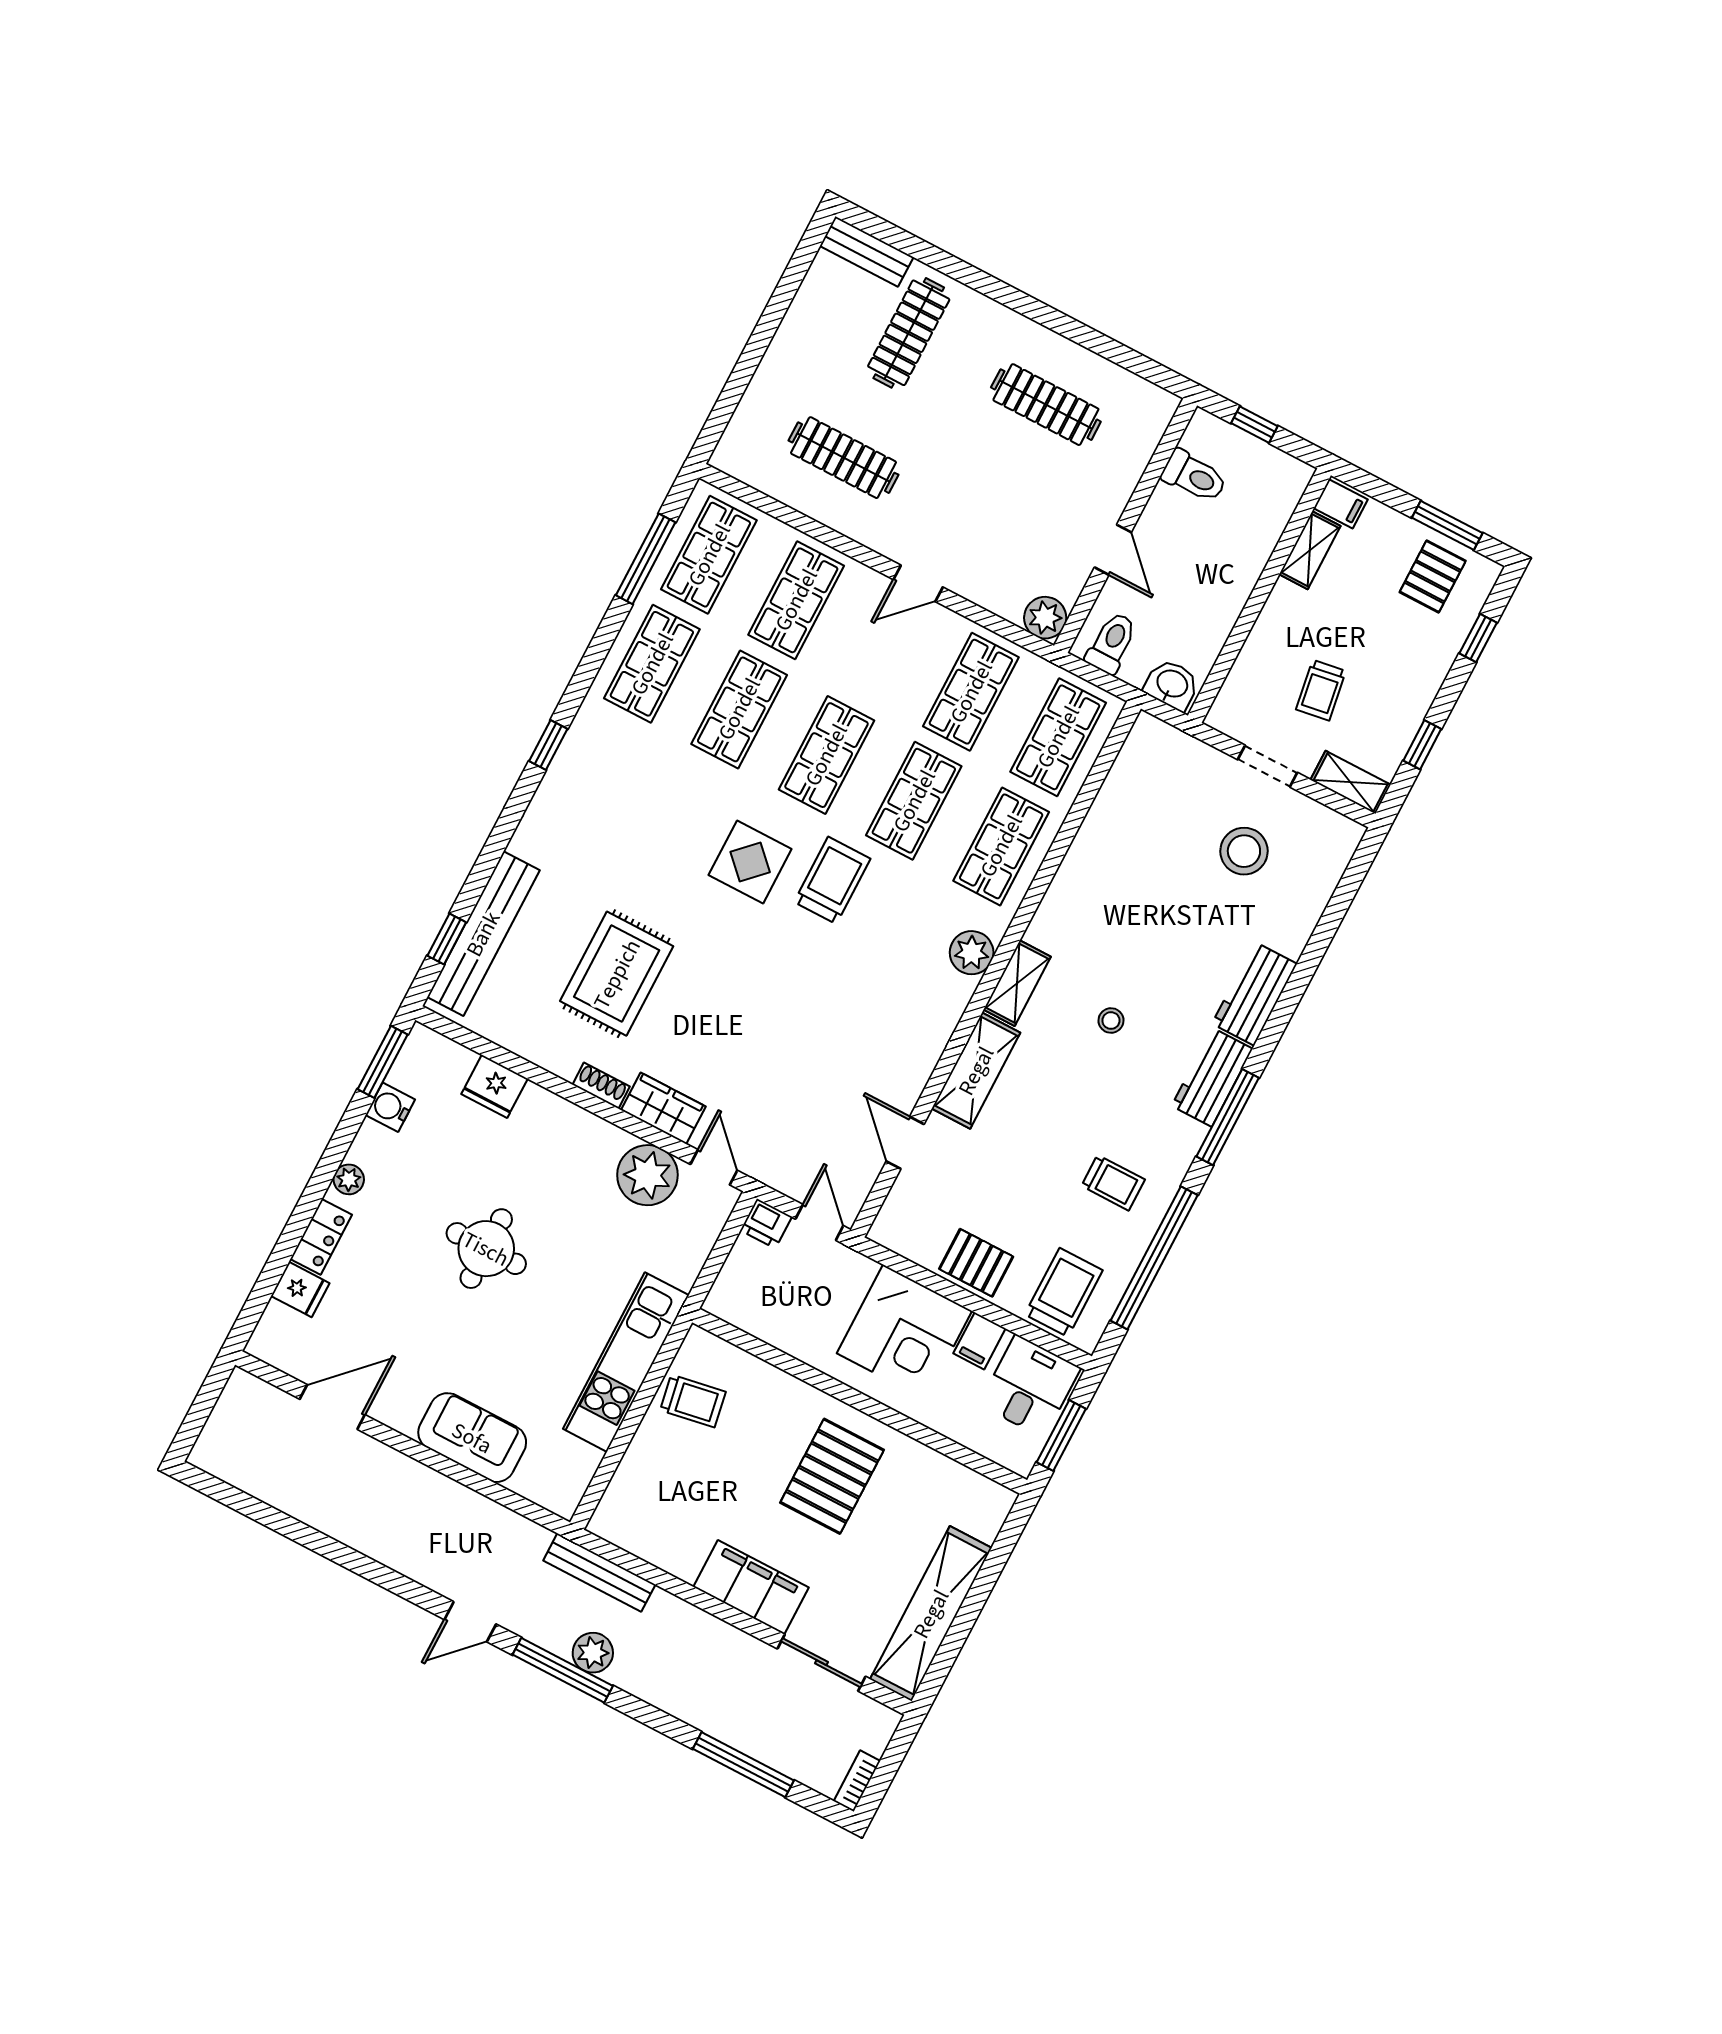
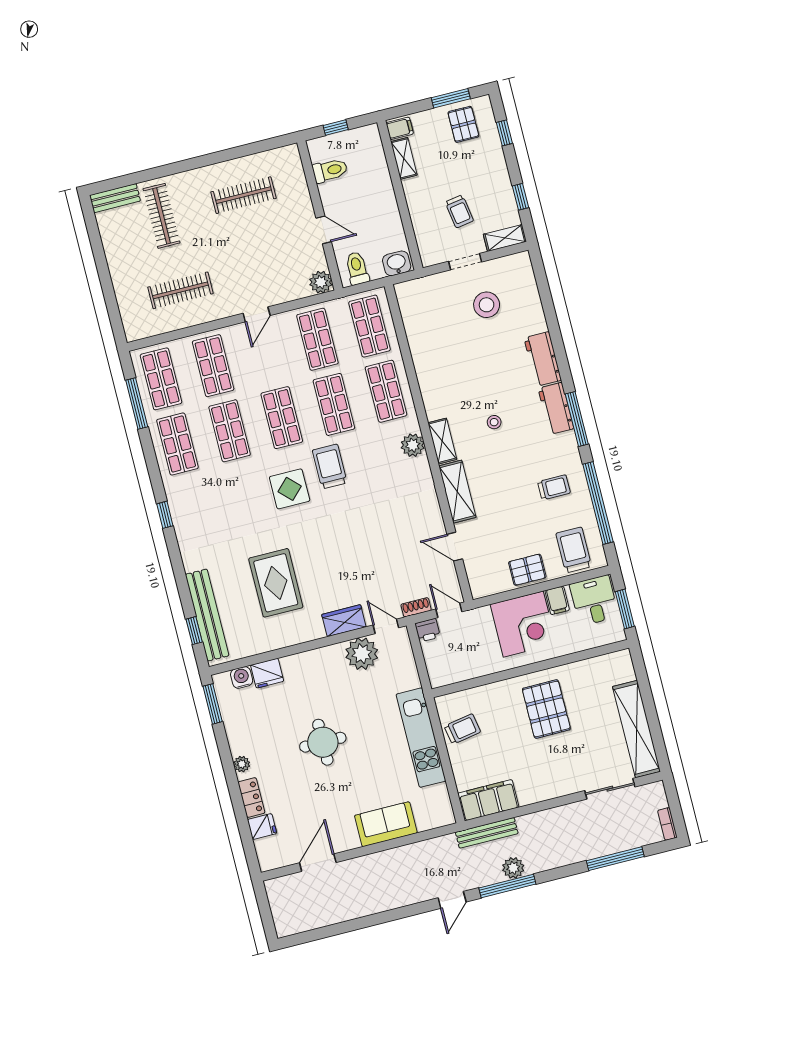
shoe rack: (601, 1086) -> (416, 607), moved
water cooler: (390, 1107) -> (242, 677), moved, turned 90
filing cabinet: (751, 1587) -> (488, 800), moved

